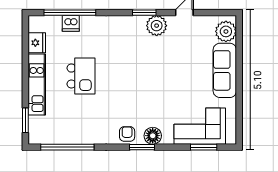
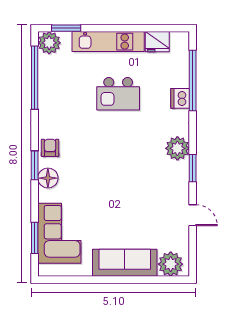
dishwasher: (71, 23) -> (180, 98), moved
plant: (157, 26) -> (177, 148), moved
armchair: (127, 134) -> (50, 148), turned -90
plant: (38, 135) -> (49, 43), added

